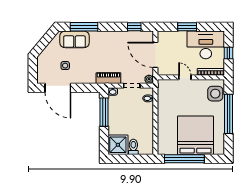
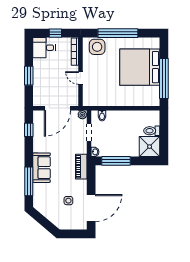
sofa: (74, 39) -> (42, 168), moved
desk: (206, 45) -> (44, 48), width x0.53, depth x0.77
door: (185, 77) -> (80, 78), hinge flipped
piano: (108, 78) -> (81, 167), moved

